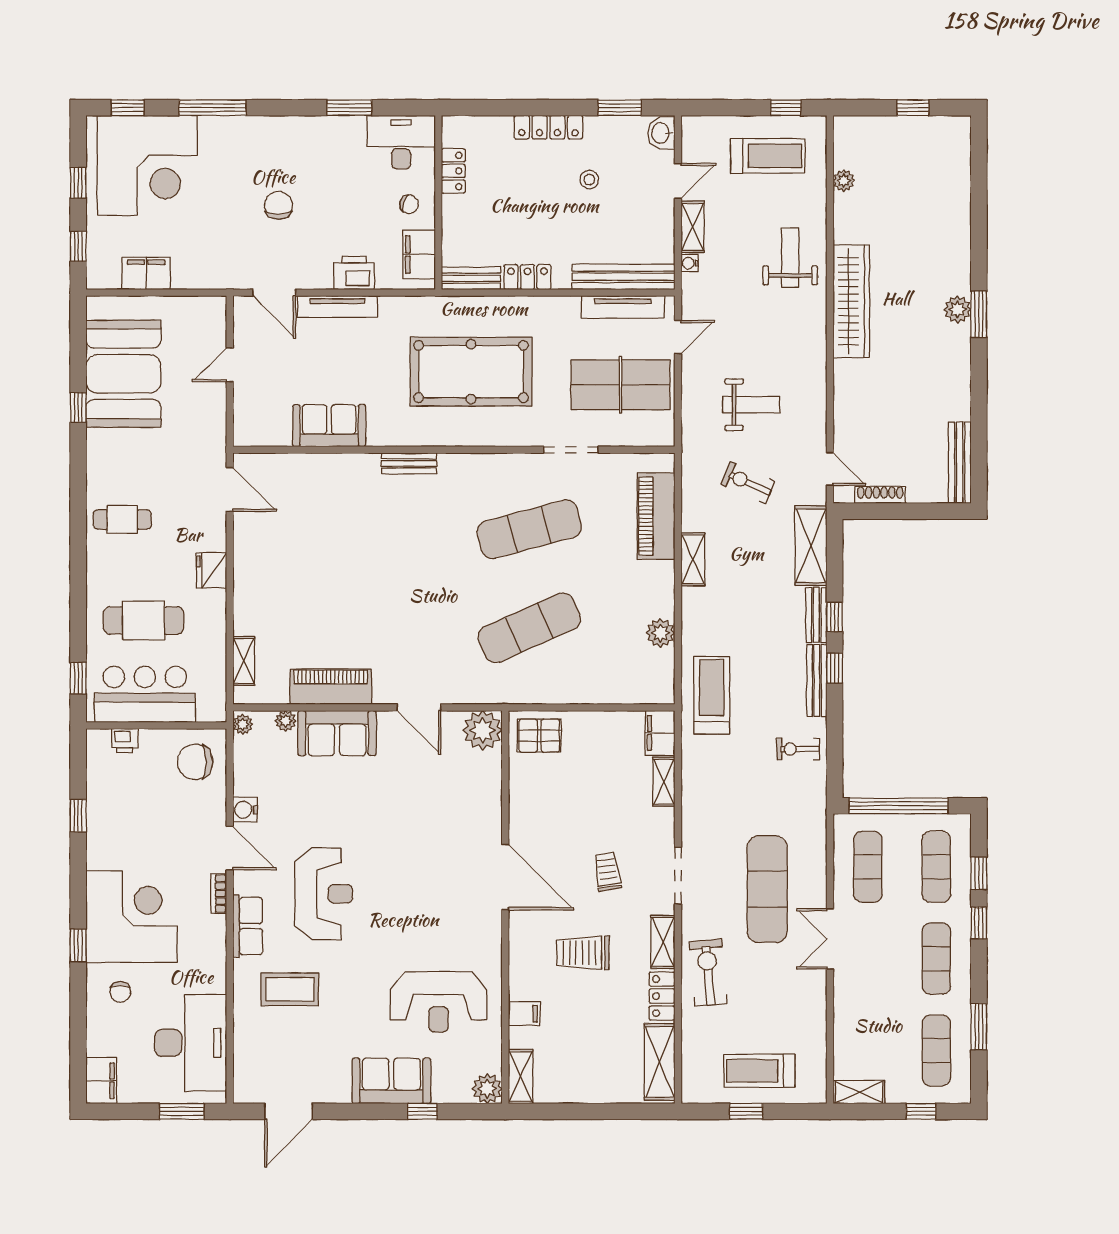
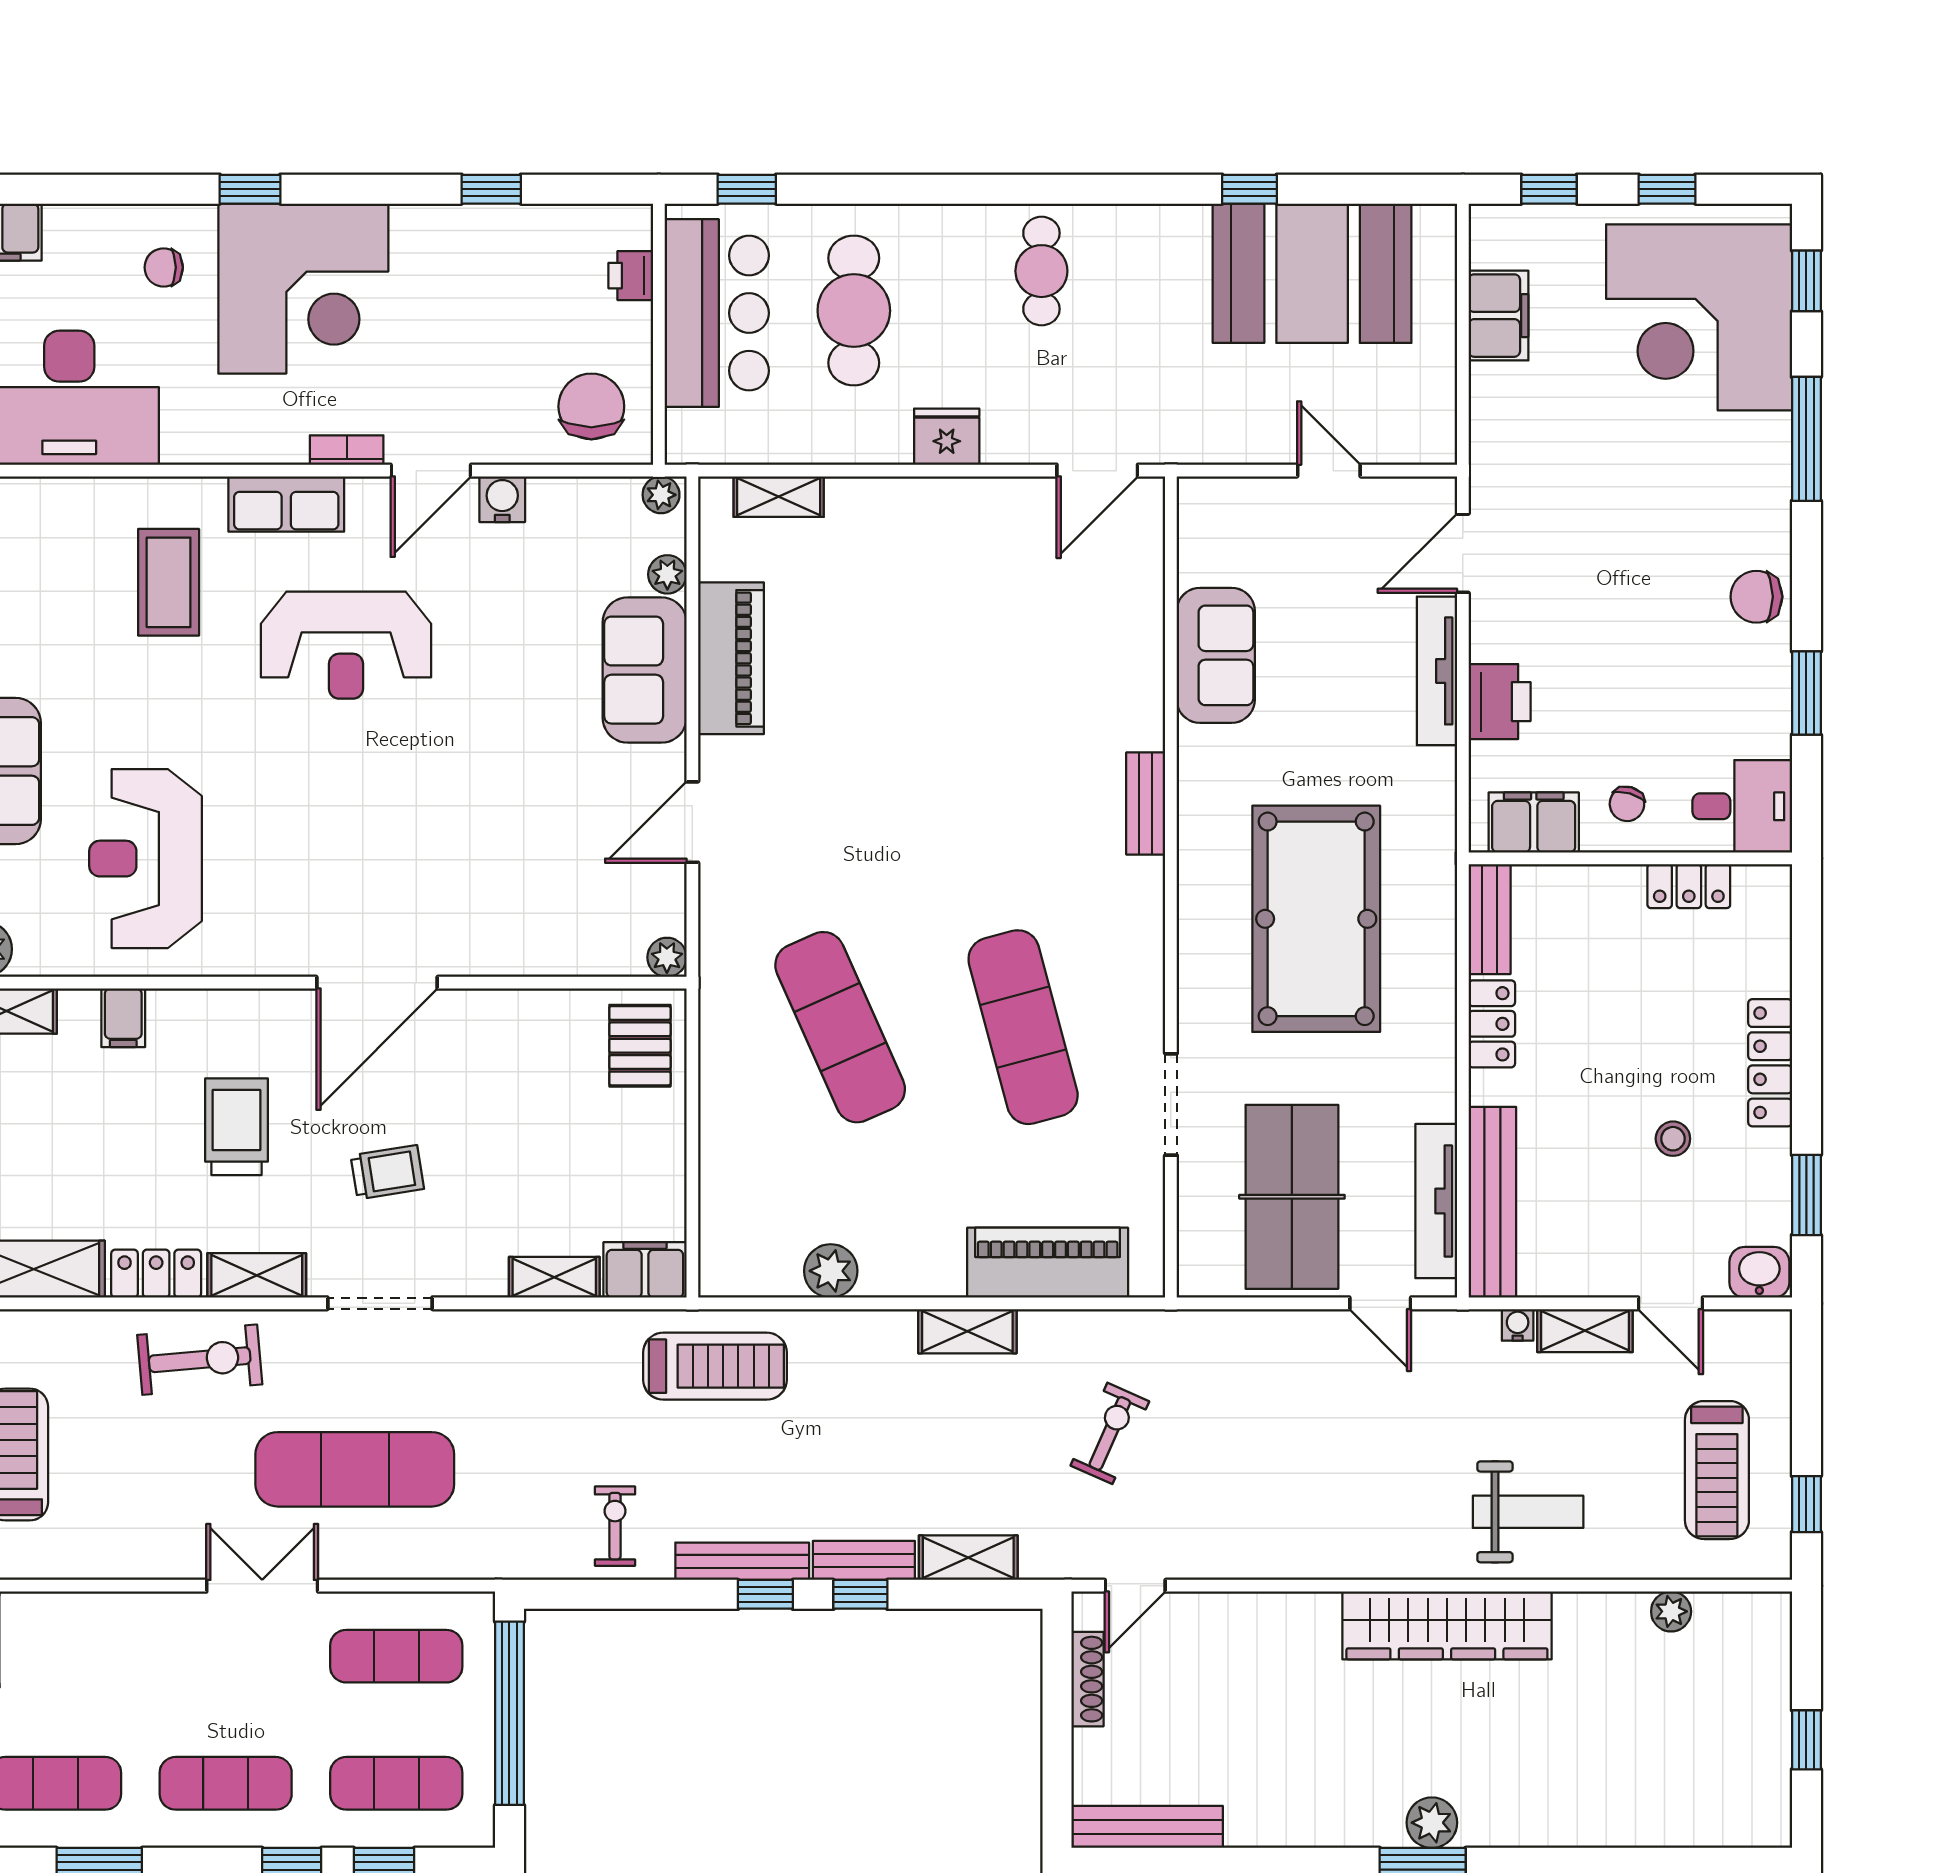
desk: (401, 142) -> (1742, 806), width x0.73
chair: (278, 205) -> (1756, 597), moved, turned 180
weight bench: (751, 405) -> (1255, 1439), removed
shelving: (811, 546) -> (968, 1558), width x0.67, depth x0.75
plant: (482, 730) -> (667, 957), width x0.53, depth x0.53

